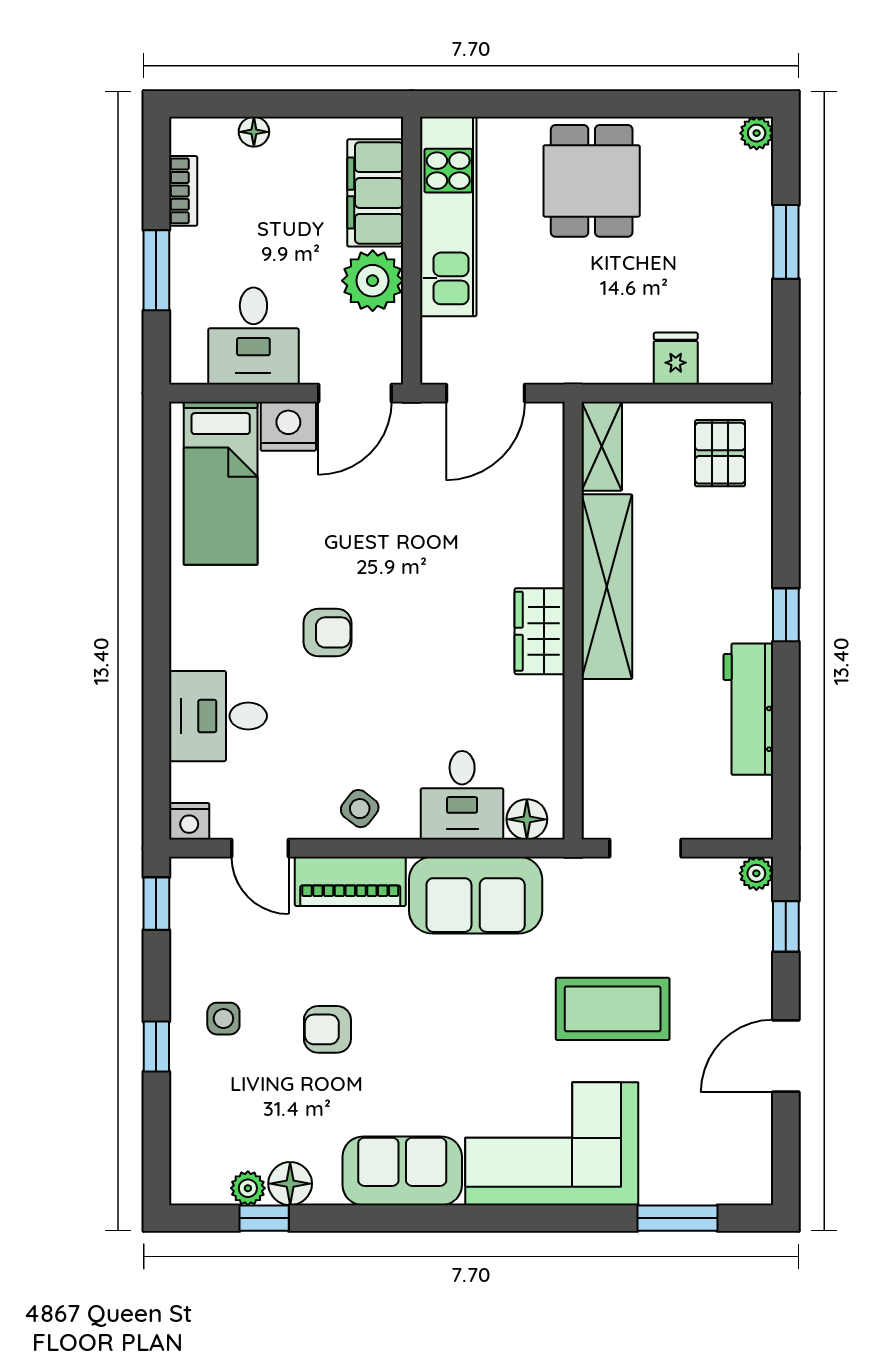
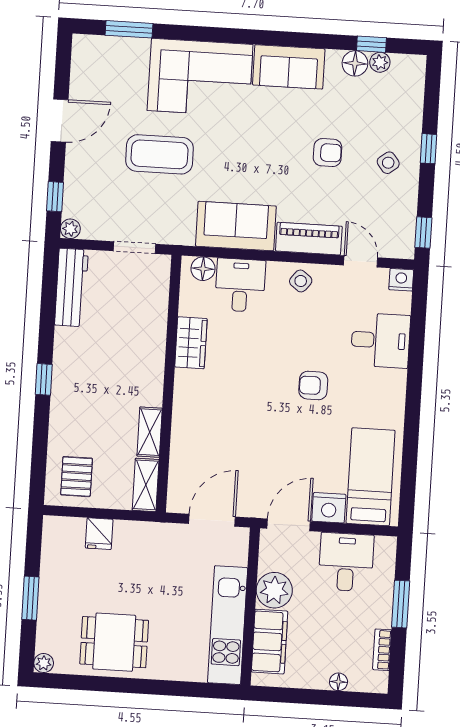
dining table: (592, 181) -> (114, 642), moved, turned 90
shelving: (607, 587) -> (150, 432), width x0.45, depth x0.75
wardrobe: (540, 631) -> (191, 343), moved
workbench: (748, 709) -> (71, 287), moved
side table: (223, 1019) -> (388, 163), turned -38

